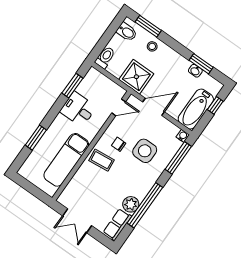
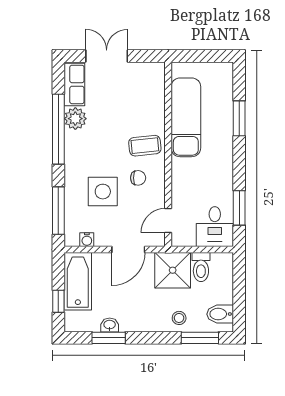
toilet: (105, 57) -> (201, 267), moved
desk: (78, 109) -> (215, 227), moved, turned 90
water cooler: (183, 136) -> (87, 240), moved
double door: (77, 221) -> (107, 56), moved

